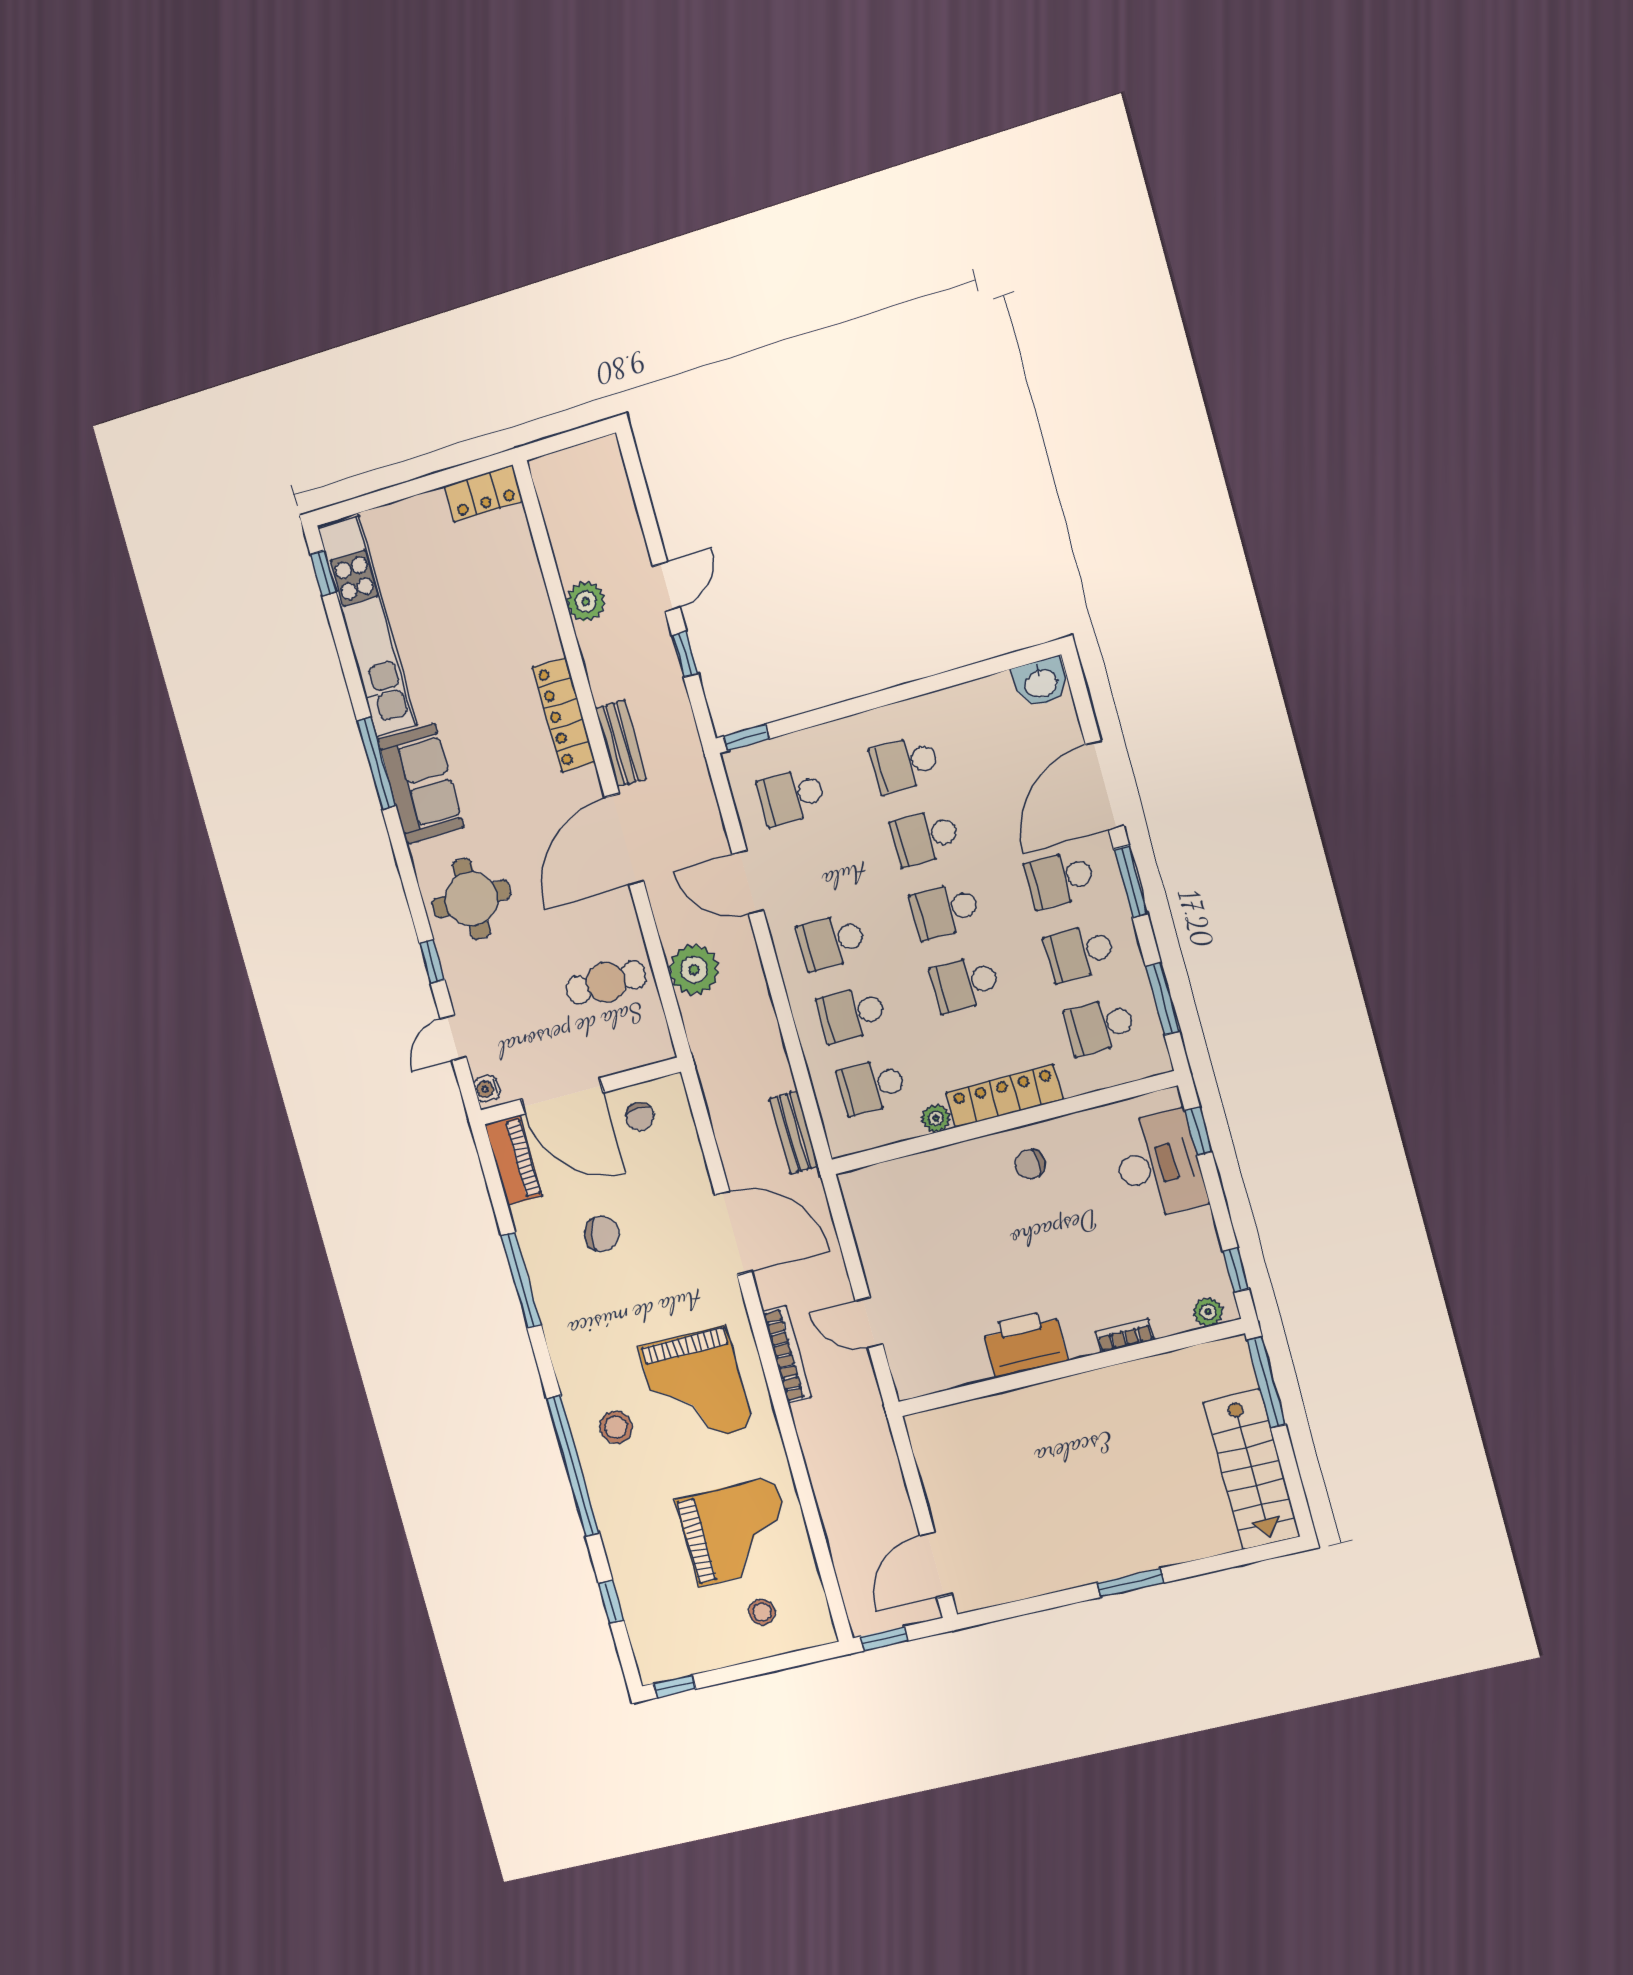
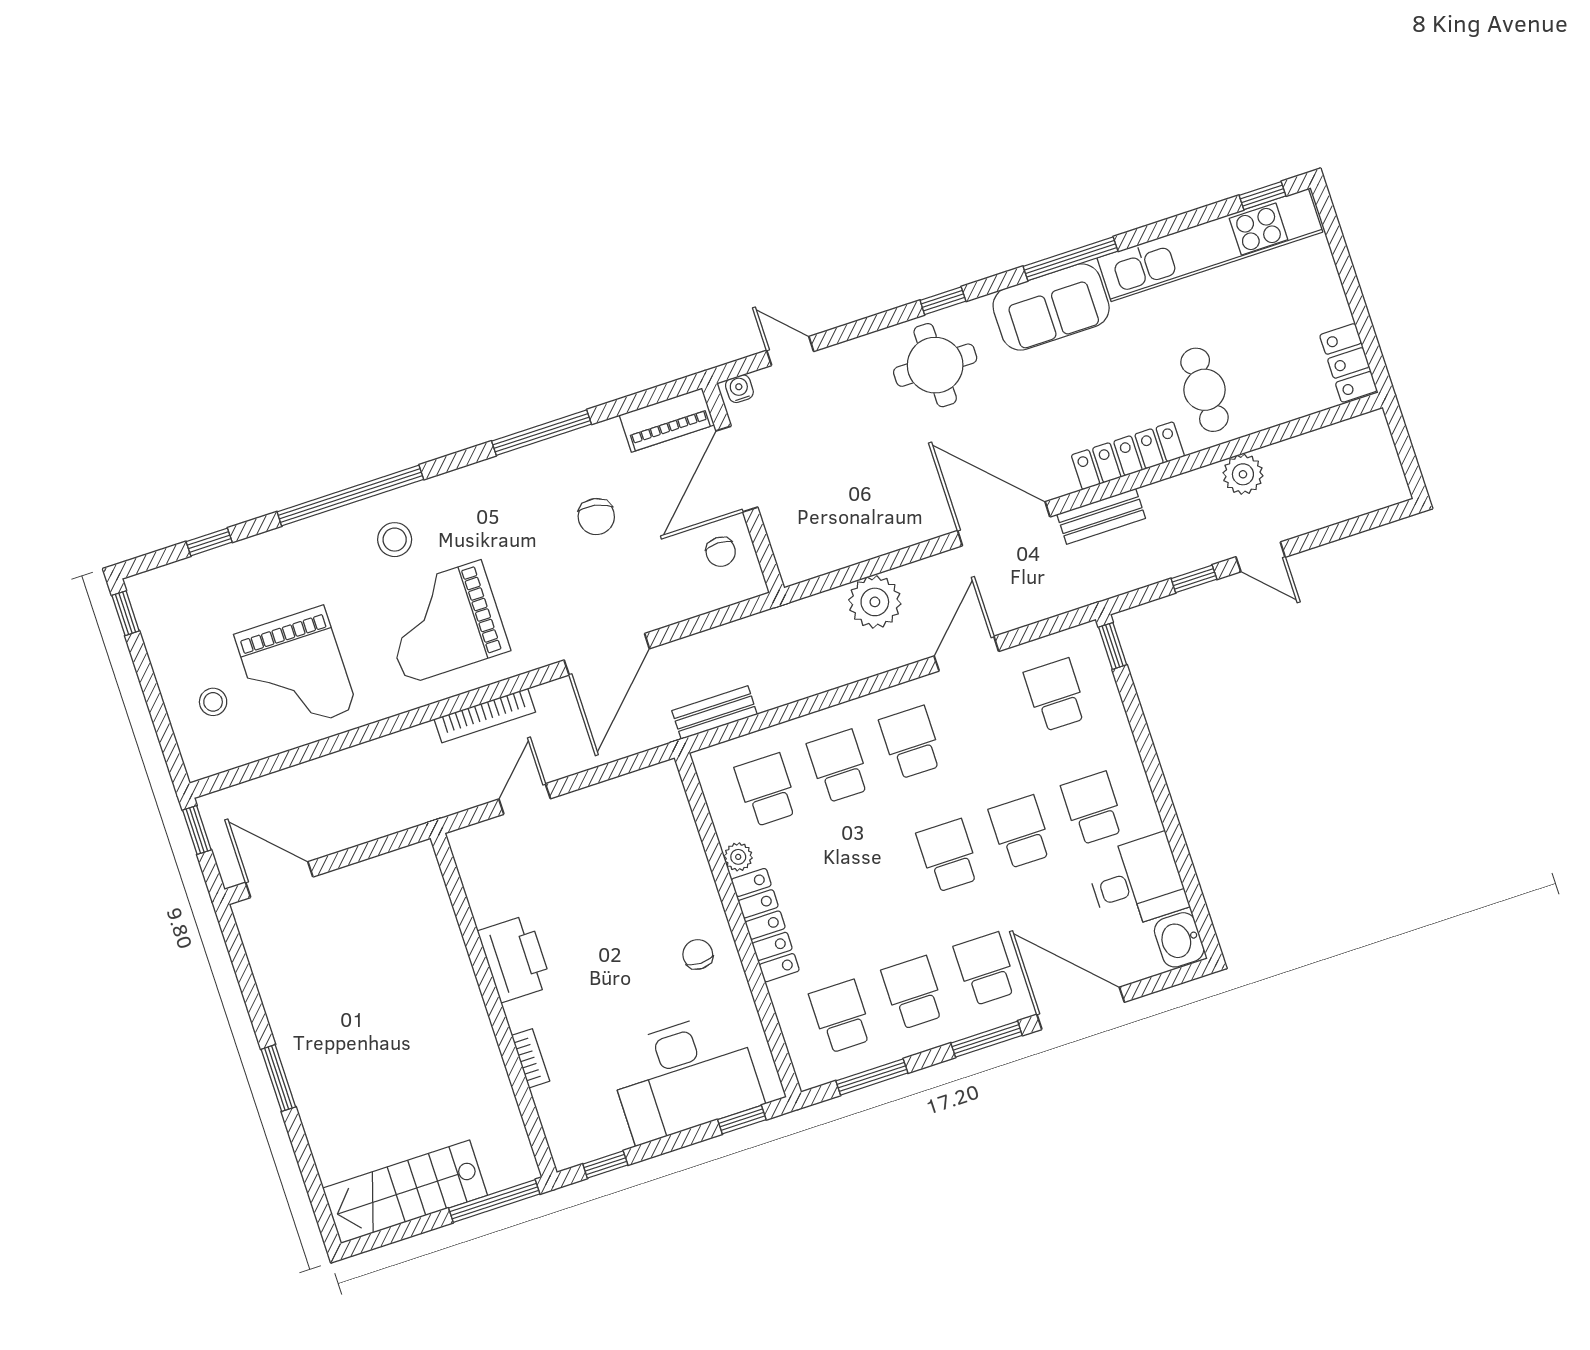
desk: (981, 723) -> (1137, 882), added
window: (432, 962) -> (943, 301), moved
cafe table: (606, 982) -> (1205, 390), moved
school desk: (965, 984) -> (876, 879), removed
chair: (640, 1117) -> (721, 552), turned -90
desk: (1158, 1165) -> (685, 1077), width x1.36, depth x1.30
plant: (1208, 1312) -> (561, 1139), removed

